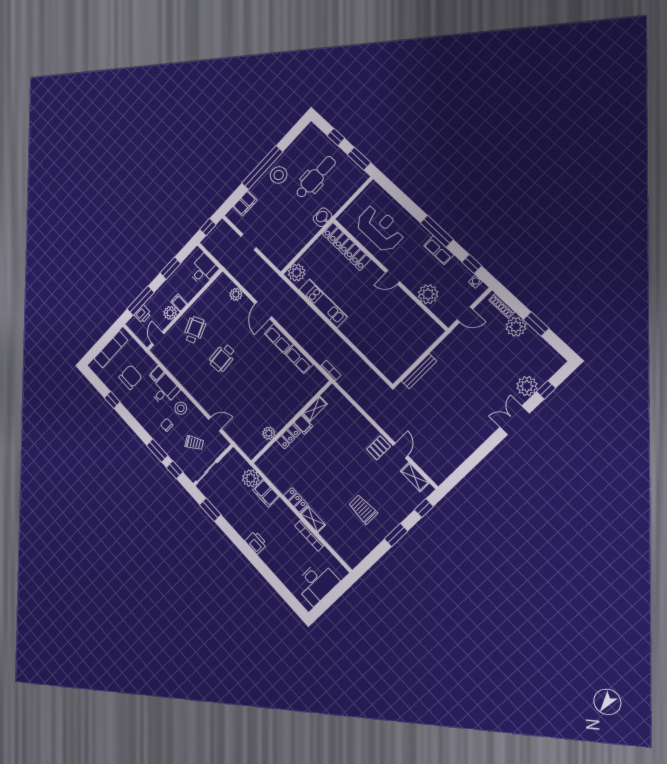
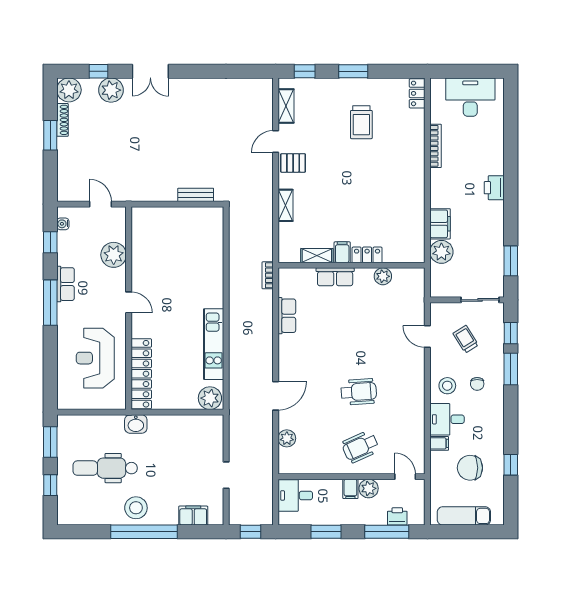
shoe rack: (502, 306) -> (62, 120), moved
plant: (516, 327) -> (69, 90), moved
door: (158, 338) -> (405, 477), swing flipped
row of seats: (279, 339) -> (335, 277), moved, turned 90
bench: (419, 371) -> (196, 195), width x0.73
locker: (295, 500) -> (417, 93), moved
shelving: (313, 519) -> (285, 205), moved

